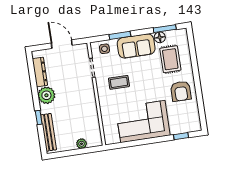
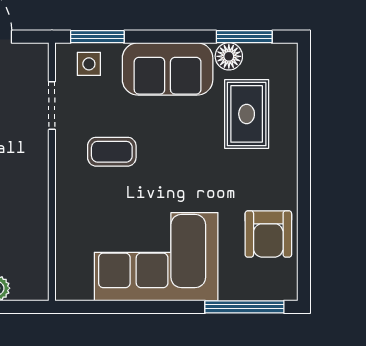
window: (120, 35) -> (97, 37), moved
armchair: (181, 91) -> (268, 234), moved
window: (181, 136) -> (244, 307), width x2.17

